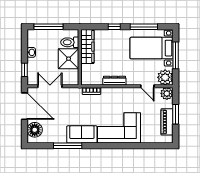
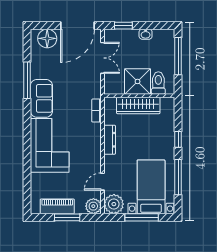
wardrobe: (87, 47) -> (138, 105), moved

